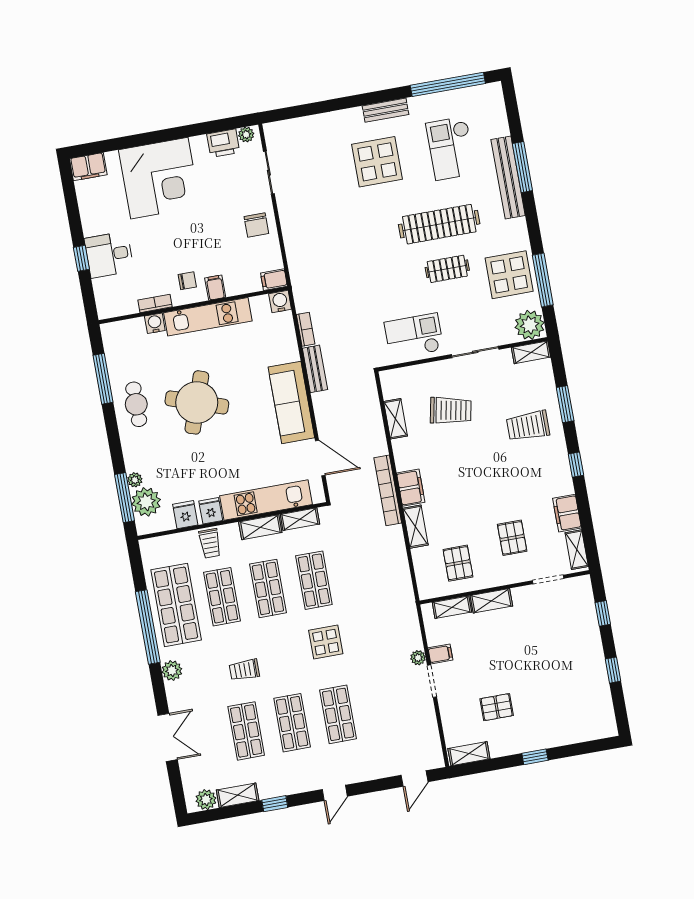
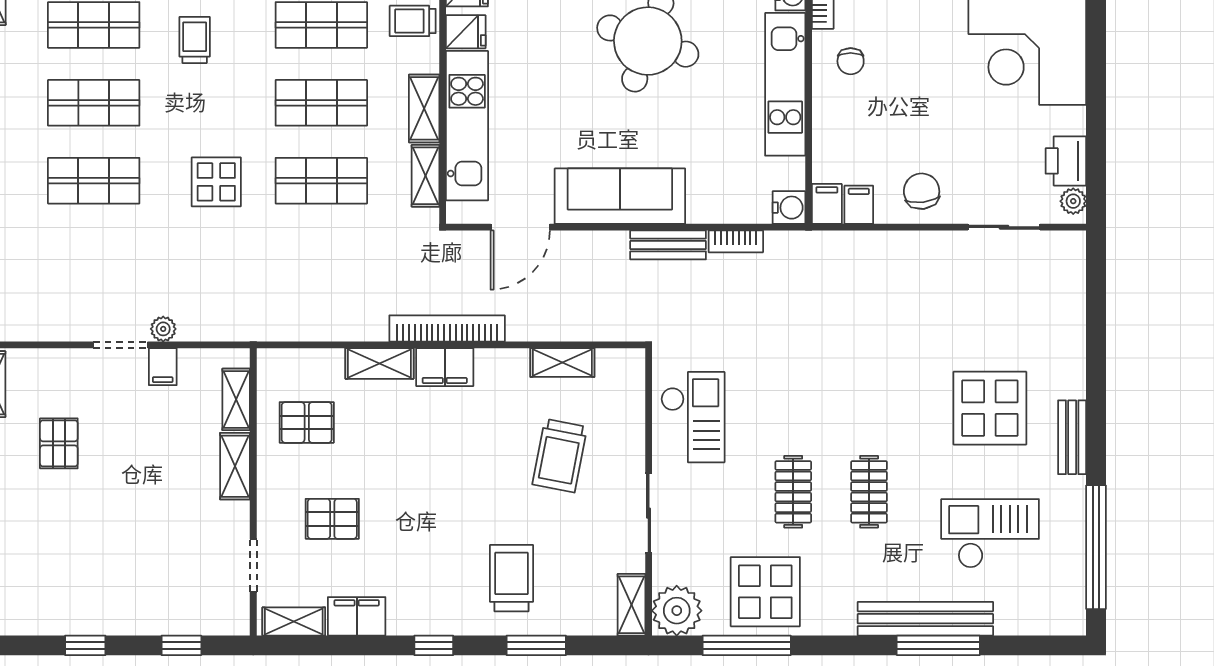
clothes rail: (439, 224) -> (869, 492), width x0.54, depth x0.76
chair: (256, 225) -> (922, 191), turned 83
filing cabinet: (215, 288) -> (859, 205), moved, turned -90

